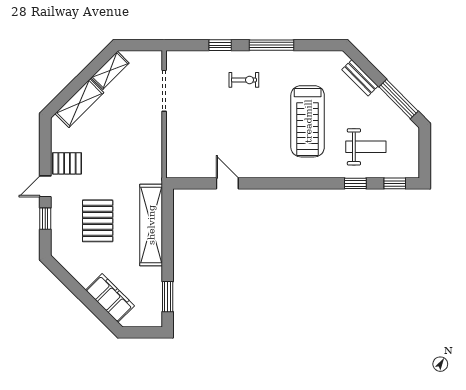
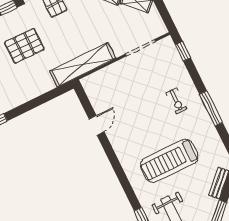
window: (220, 45) -> (183, 51), moved
shelving: (151, 225) -> (83, 65), moved

